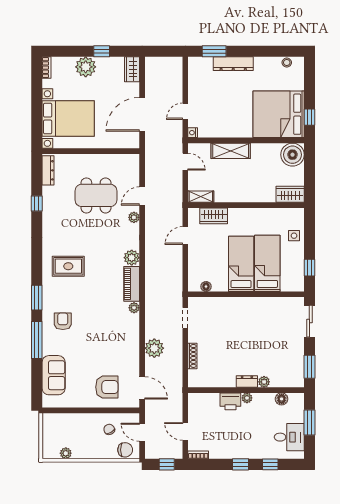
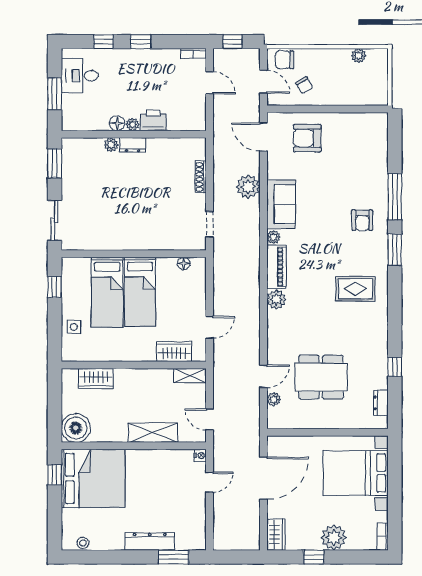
dresser: (48, 170) -> (381, 403), width x0.70
wardrobe: (290, 194) -> (96, 378), moved
plant: (134, 217) -> (274, 399), moved
sofa: (54, 375) -> (281, 204), moved, turned 180
floor lamp: (282, 399) -> (117, 123), moved

